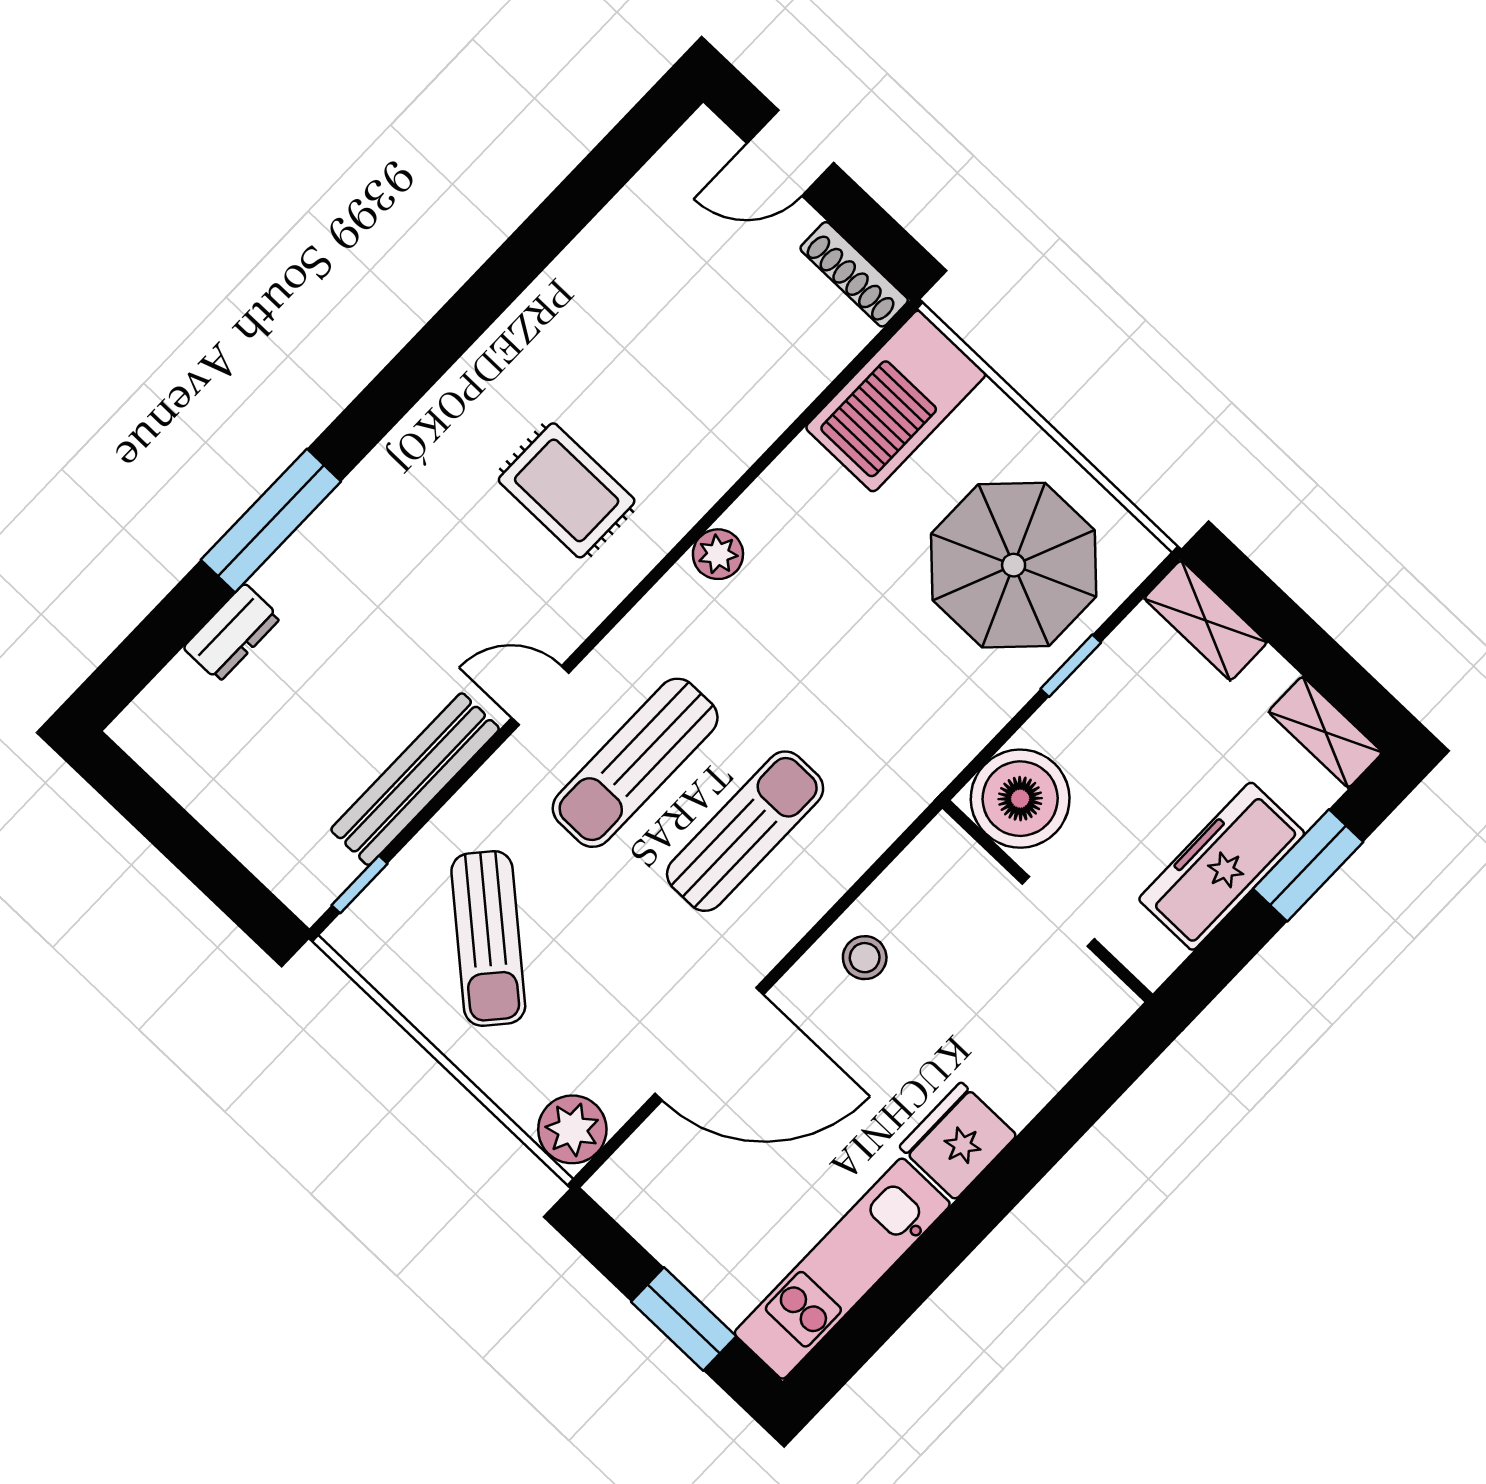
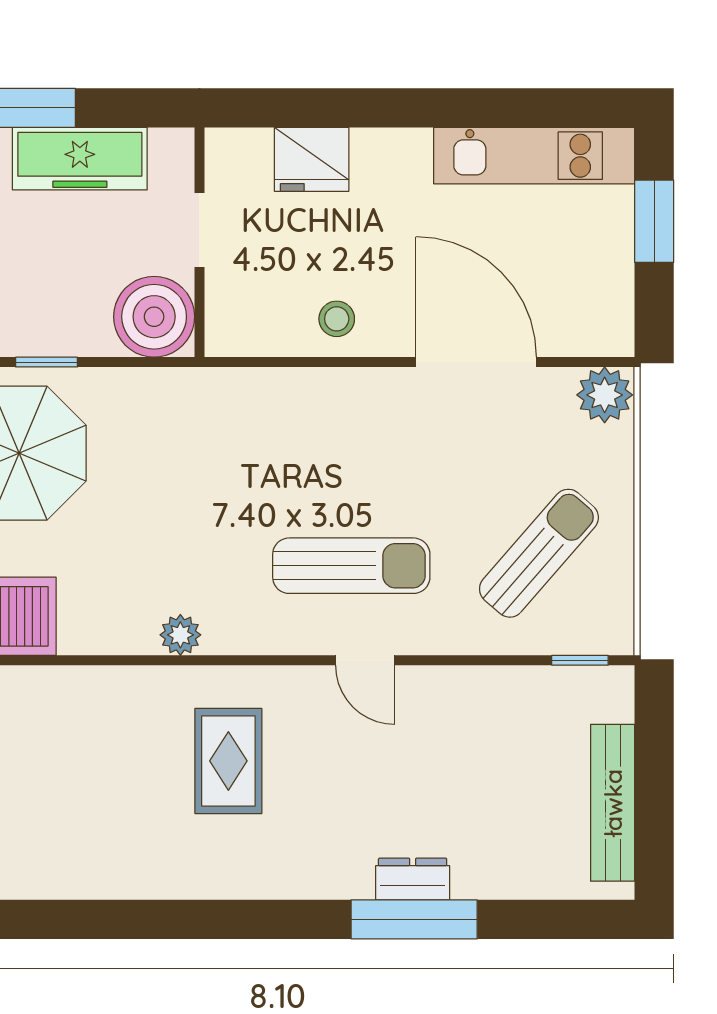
dresser: (232, 633) -> (413, 879), moved
bench: (415, 779) -> (613, 803), moved, turned 90
sun lounger: (745, 831) -> (329, 462), removed
fridge: (958, 1141) -> (312, 159), moved

